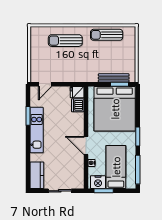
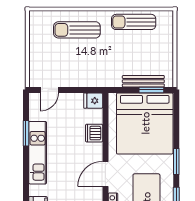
dishwasher: (78, 105) -> (94, 133), moved
door: (86, 146) -> (105, 174), hinge flipped

